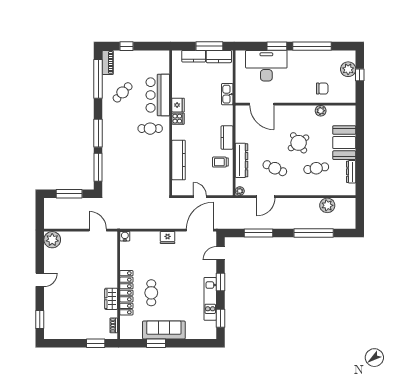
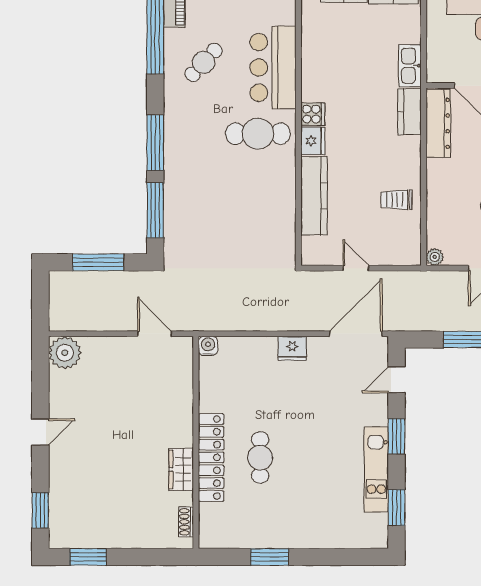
fridge: (178, 105) -> (313, 141), moved
cafe table: (150, 129) -> (258, 134), width x1.37, depth x1.35
kitchen counter: (227, 137) -> (409, 112), moved
dresser: (242, 160) -> (438, 123), moved
sofa: (164, 330) -> (285, 531), removed
window: (96, 343) -> (88, 557), moved

